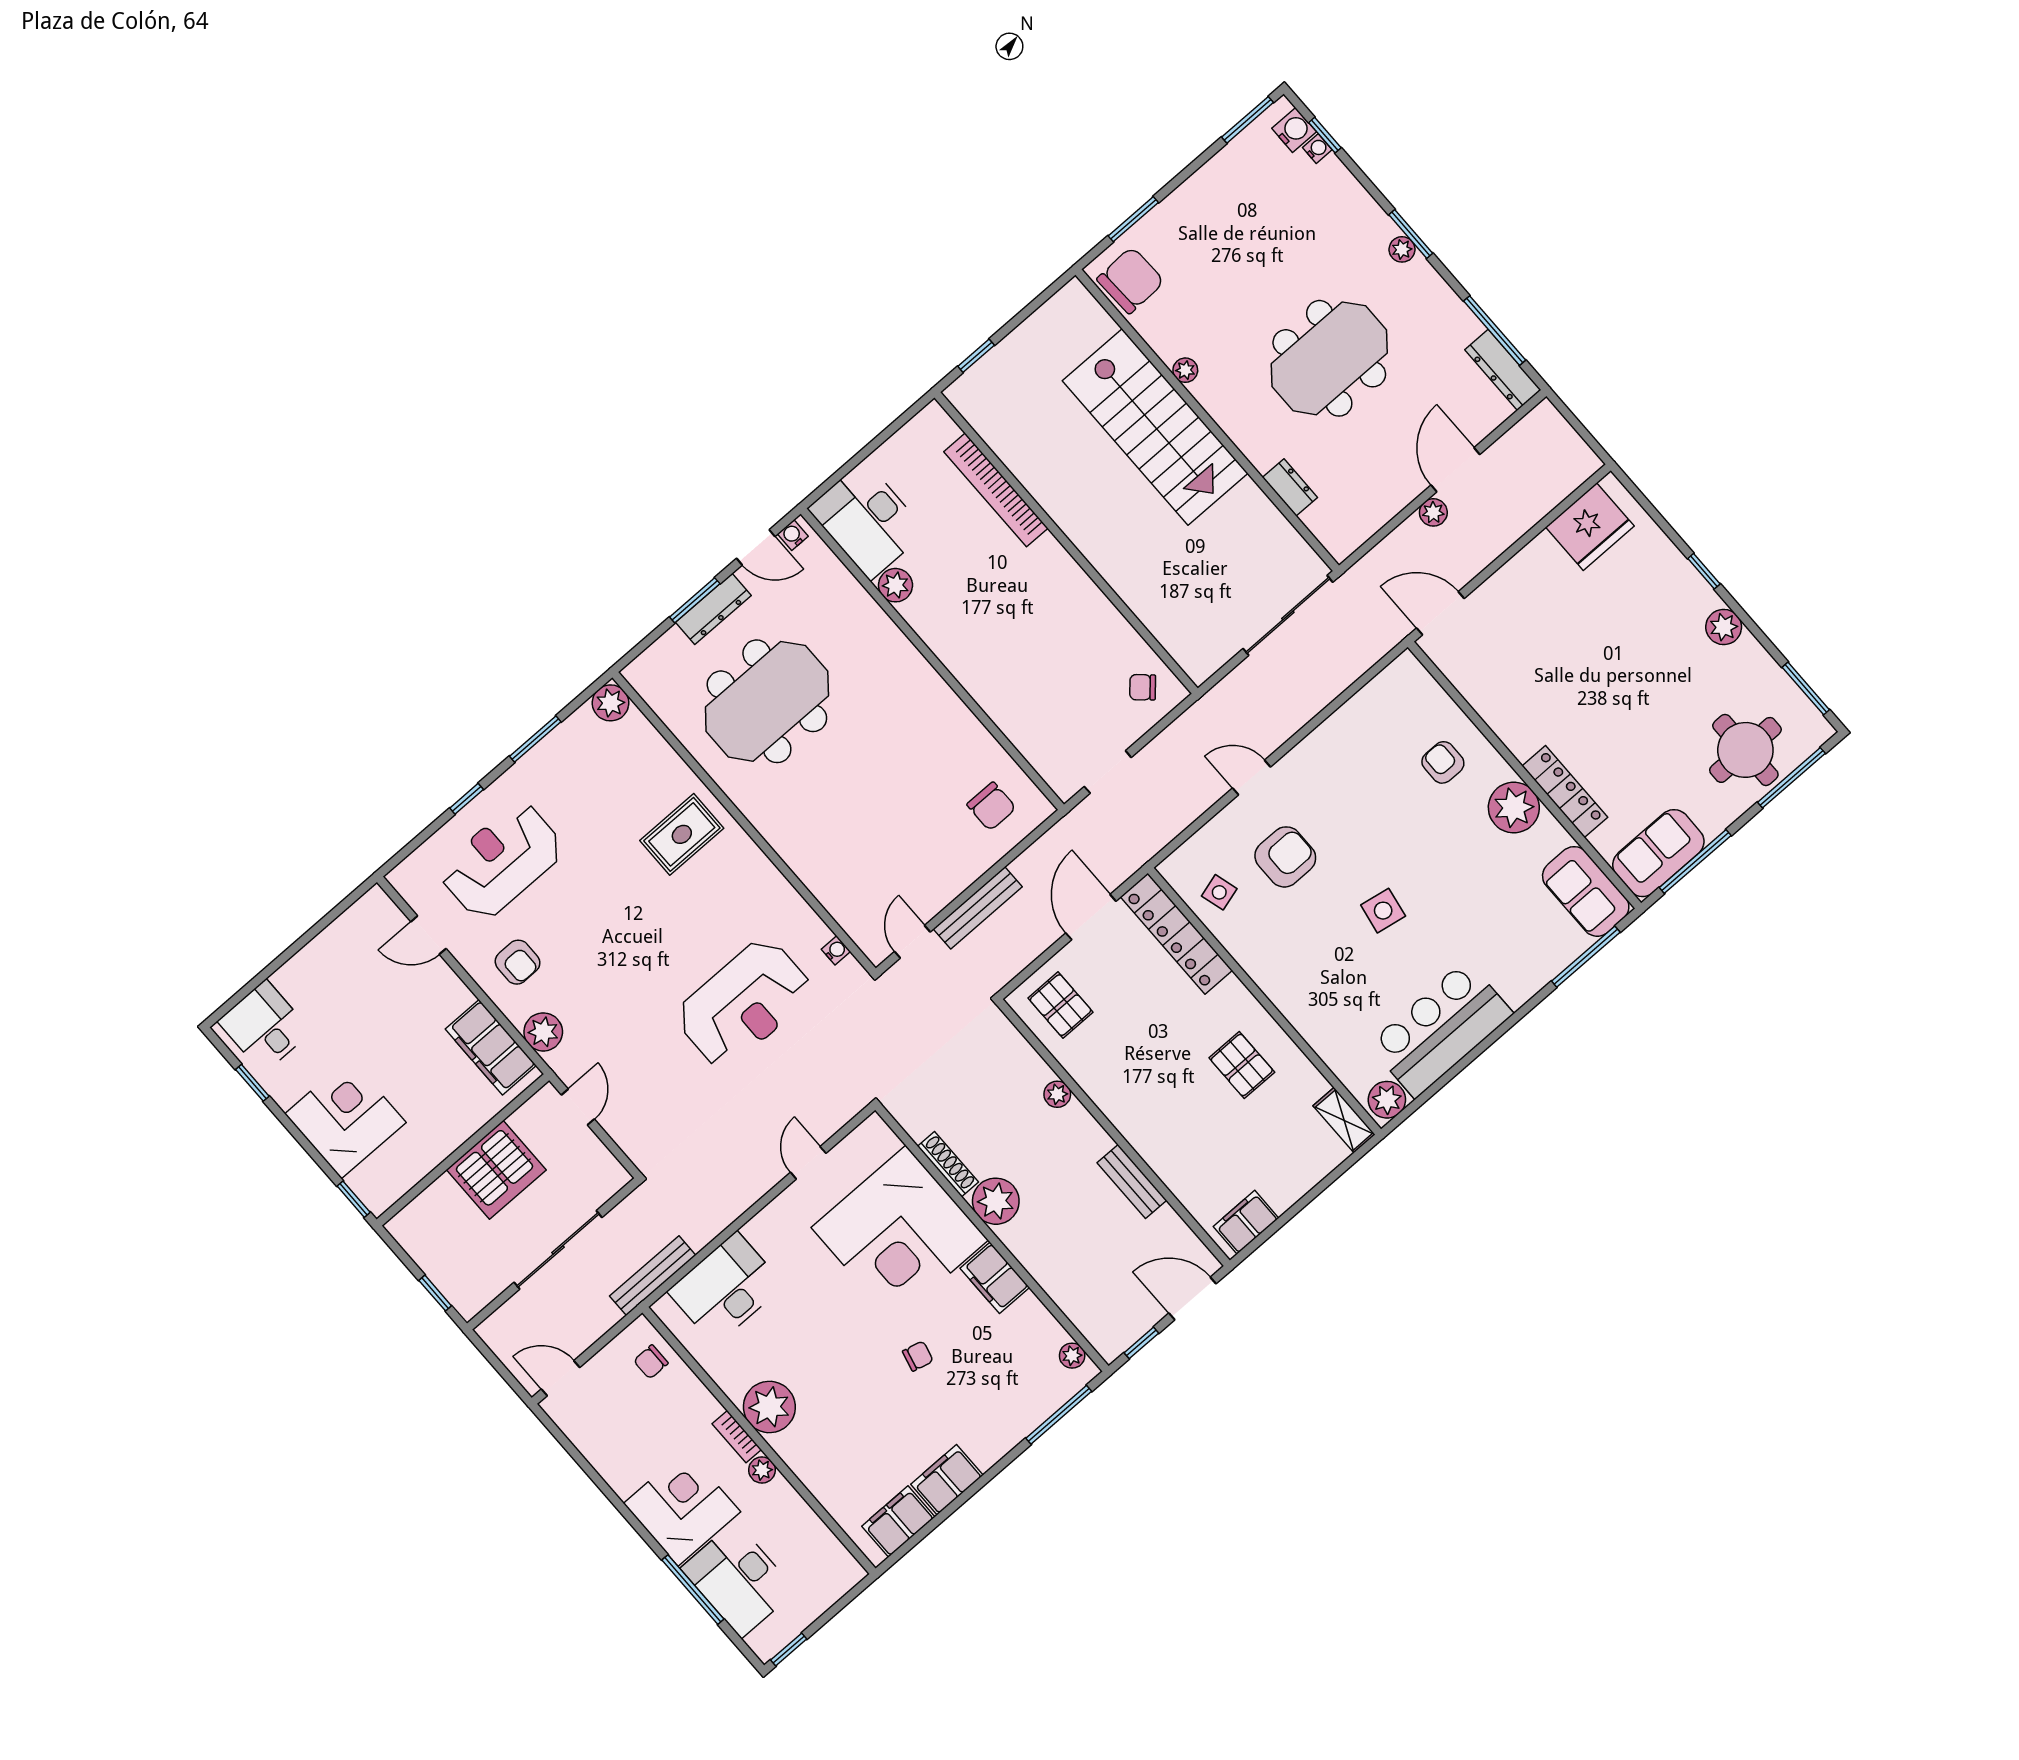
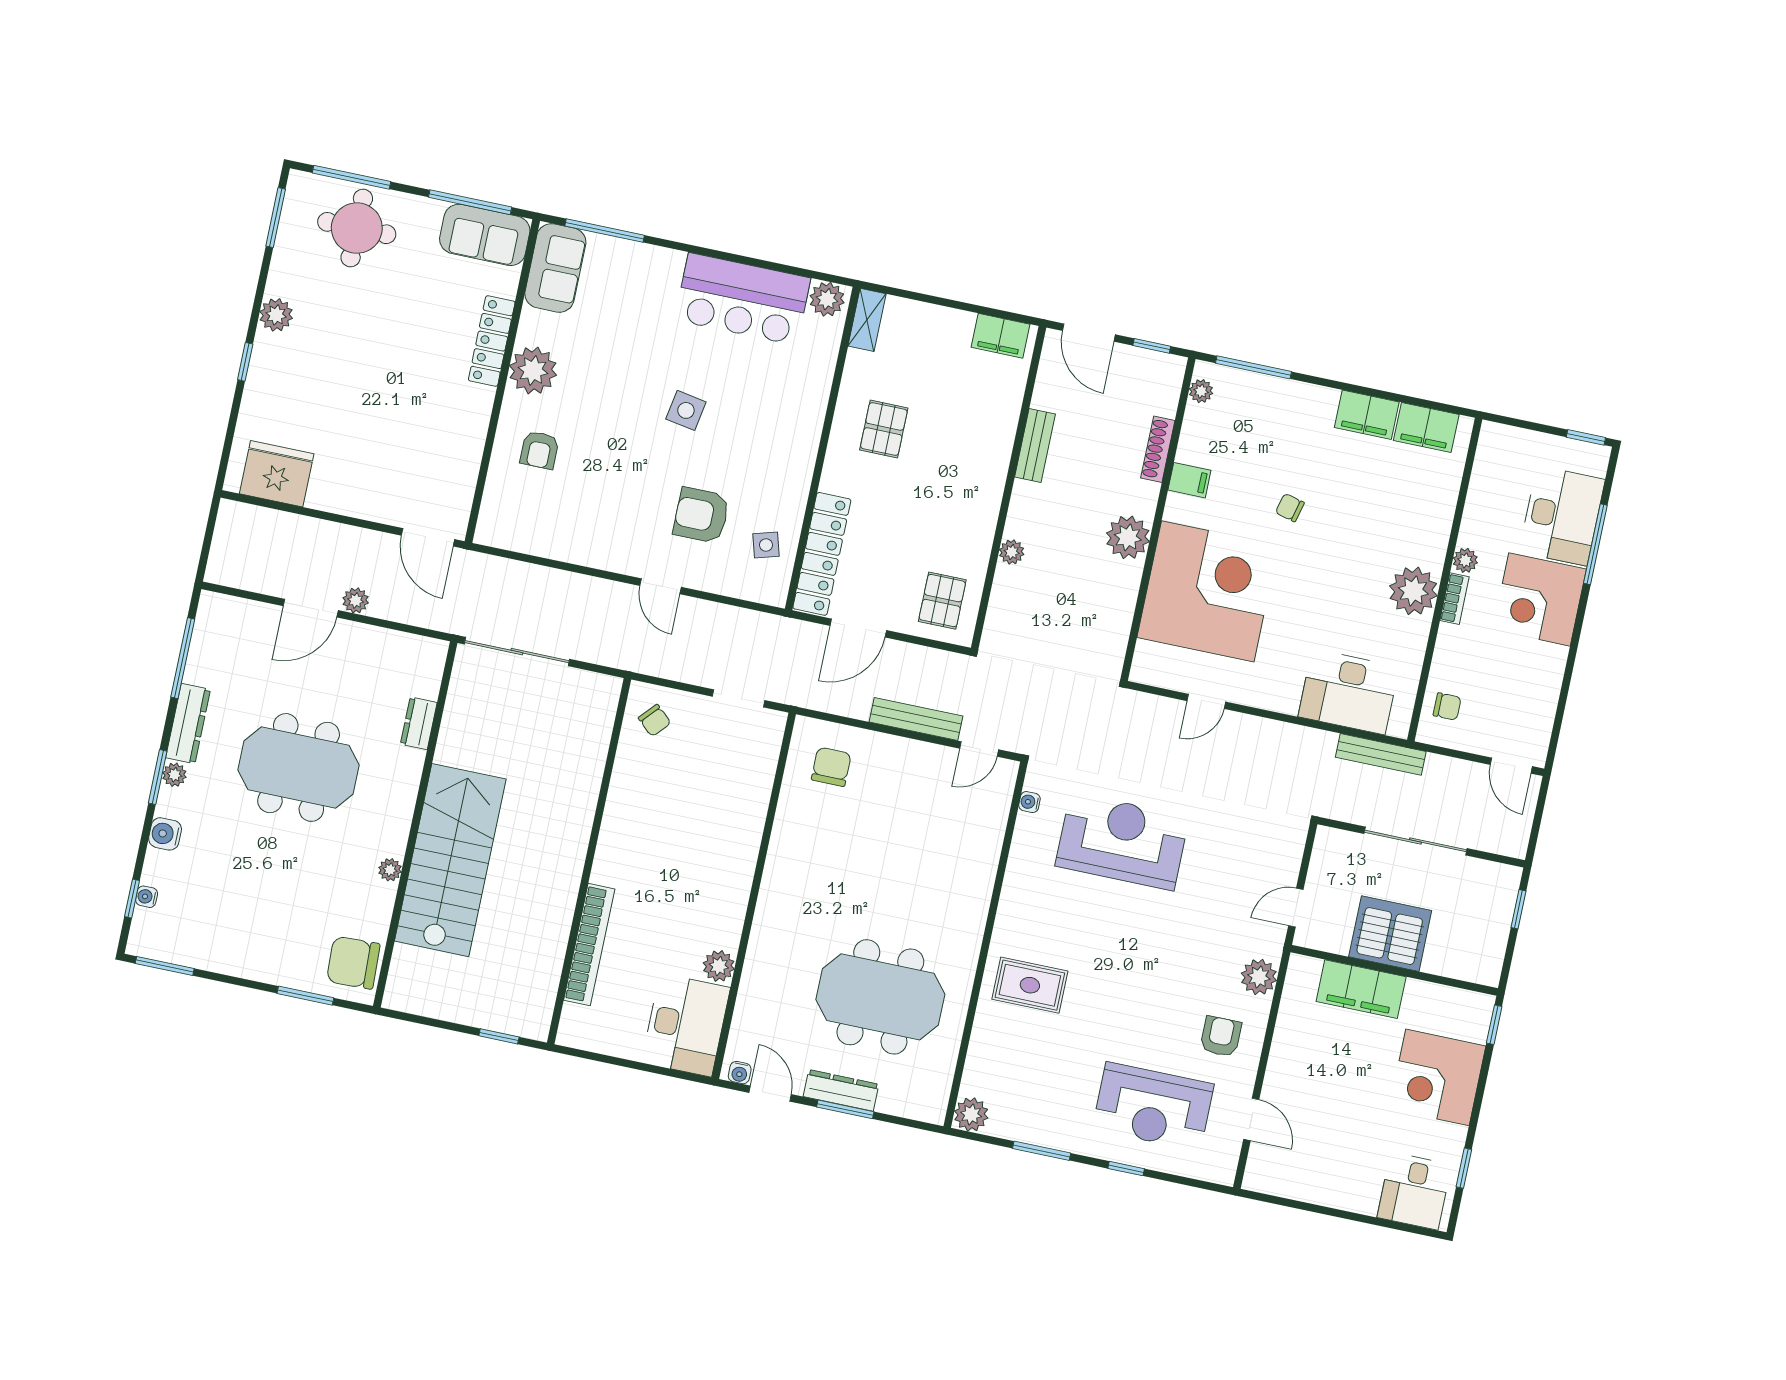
water cooler: (1294, 130) -> (165, 834), moved
dresser: (1503, 370) -> (188, 724), moved
filing cabinet: (491, 1047) -> (1361, 989), moved, turned 90
shoe rack: (948, 1164) -> (1158, 449), moved
filing cabinet: (995, 1278) -> (1189, 480), width x0.50

